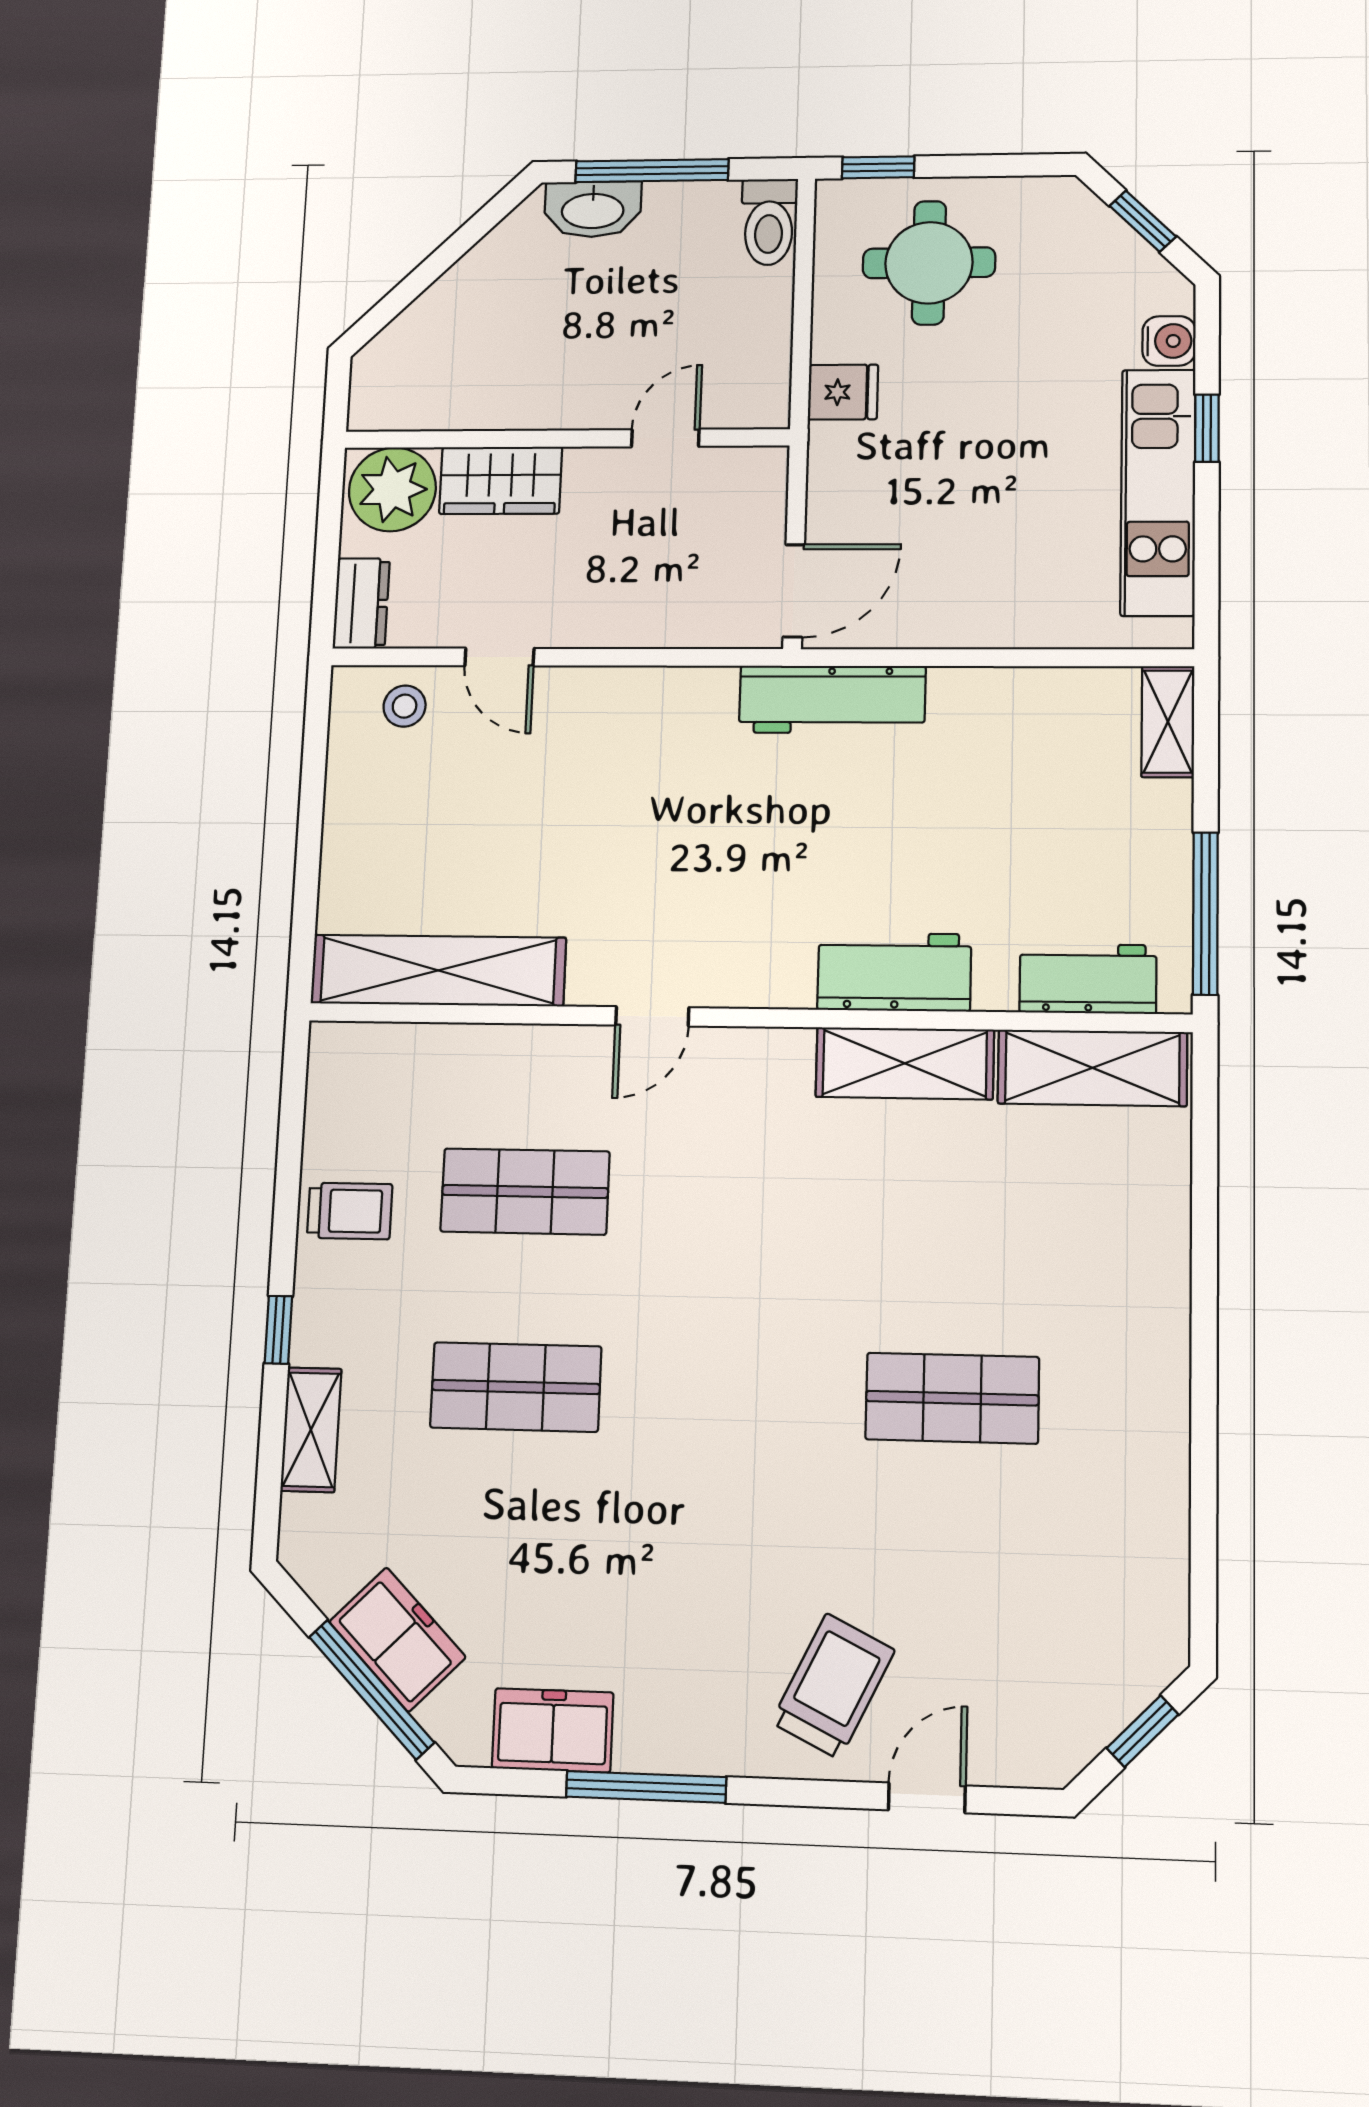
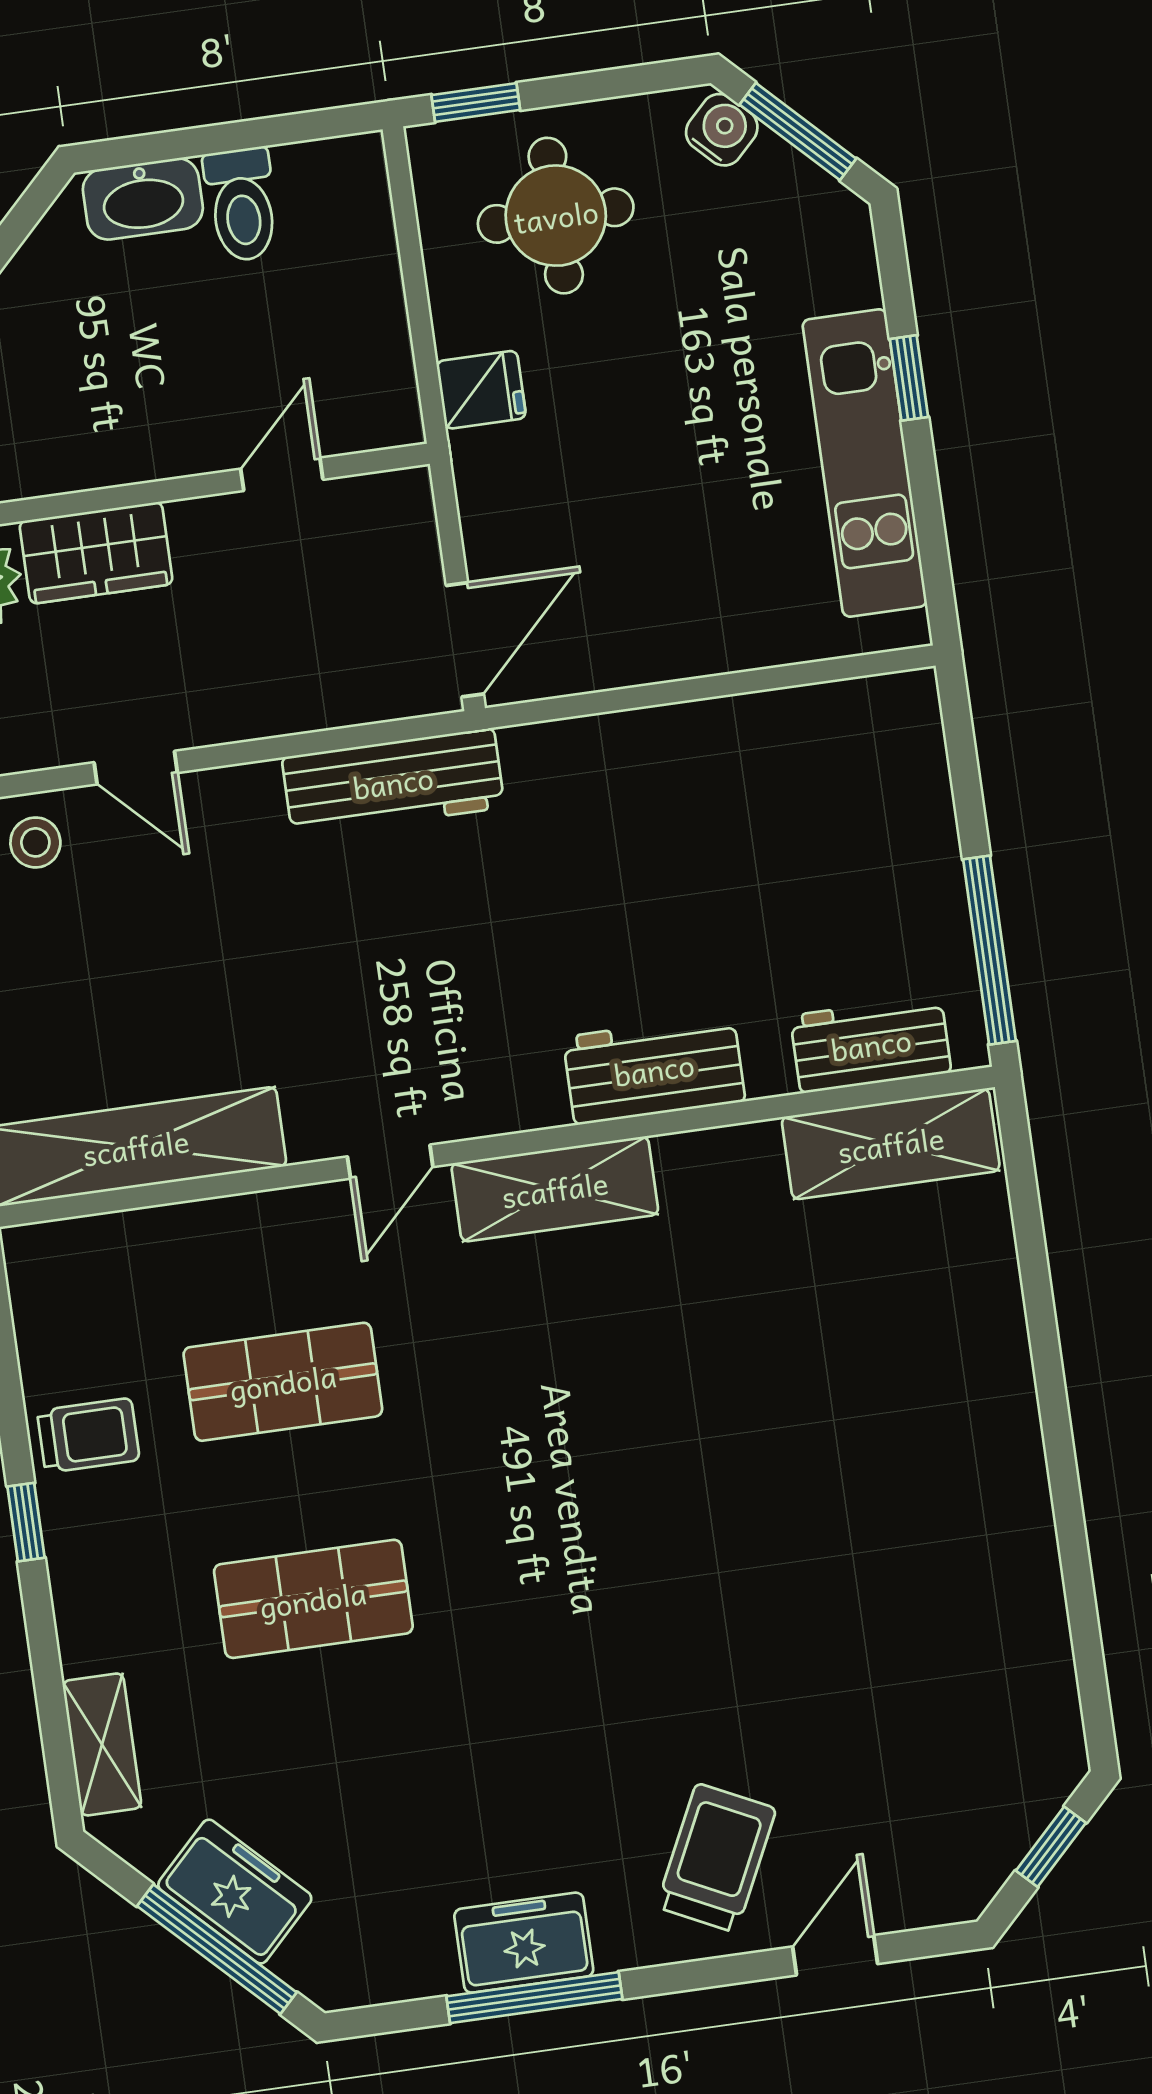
window: (652, 171) -> (205, 140), removed
window: (1143, 221) -> (798, 132), width x1.50
toilet: (769, 222) -> (242, 205), moved
water cooler: (1169, 341) -> (722, 130), moved, turned -45
workbench: (832, 699) -> (393, 782), moved
shelving: (1168, 722) -> (916, 735), removed
shelving: (905, 1063) -> (555, 1189), moved
window: (278, 1330) -> (26, 1522), moved
shop shelf: (952, 1398) -> (795, 1531), removed
shelving: (311, 1430) -> (102, 1744), moved
freezer: (553, 1730) -> (524, 1943), moved

